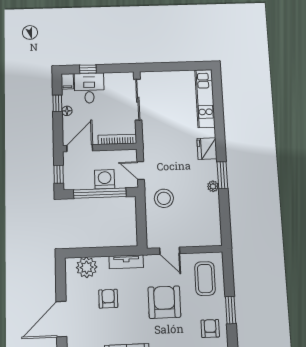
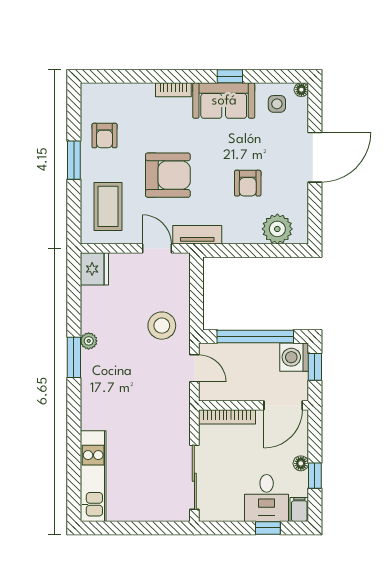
fridge: (207, 149) -> (94, 269), moved
washing machine: (105, 179) -> (294, 357), moved, turned 90
tv unit: (126, 262) -> (197, 235), moved
armchair: (164, 302) -> (168, 175), turned -90

